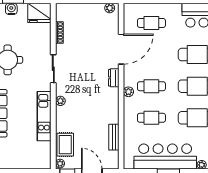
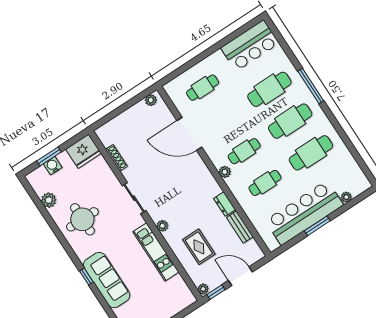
door: (121, 49) -> (189, 134), swing flipped
dresser: (114, 78) -> (225, 204), moved
rug: (65, 145) -> (199, 247), moved

